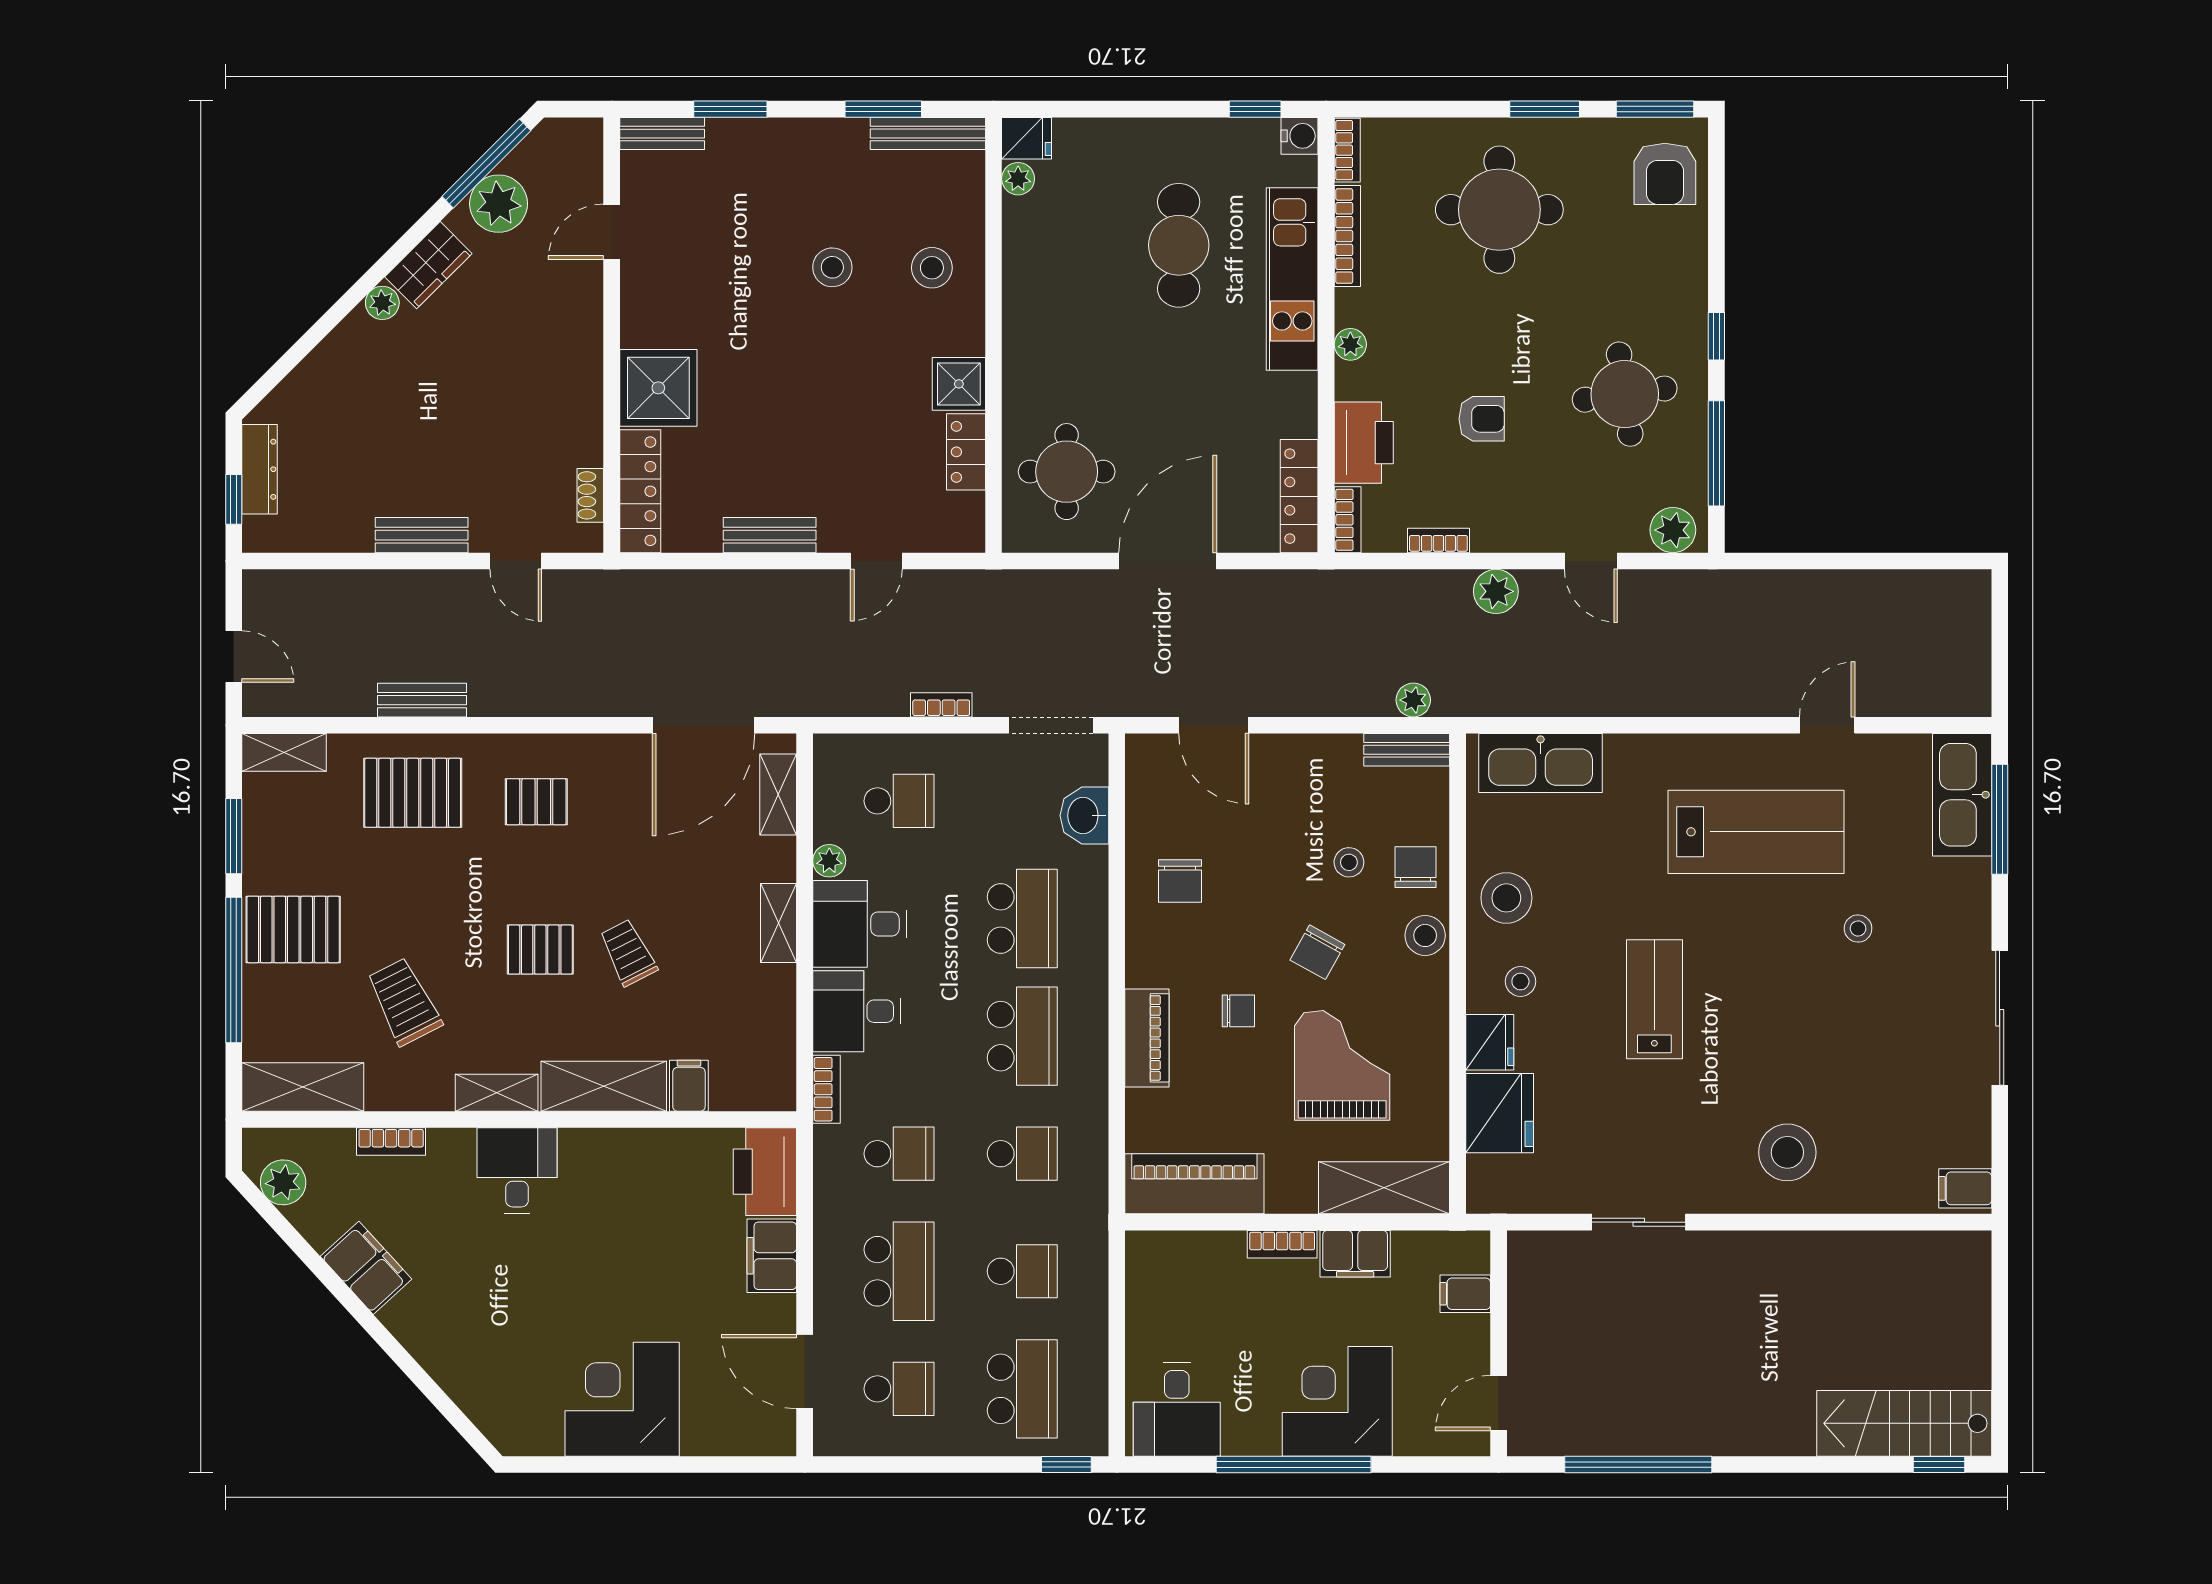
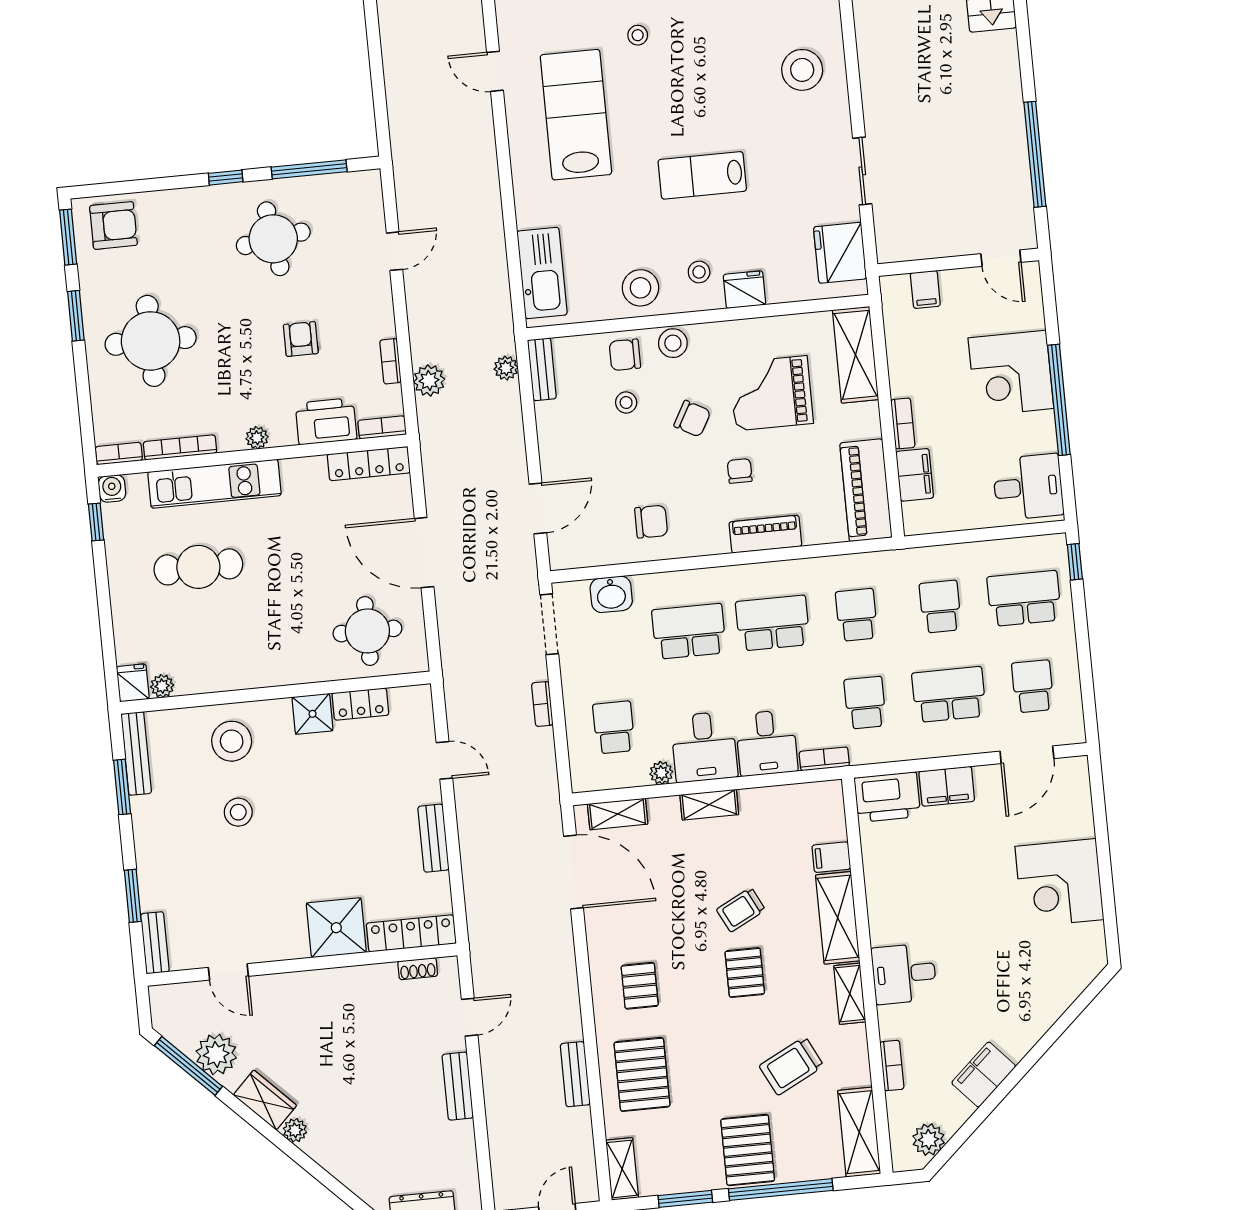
stool: (932, 268) -> (232, 741), width x1.38, depth x1.38
plant: (1673, 530) -> (367, 195), removed
plant: (1496, 591) -> (429, 381), moved
fridge: (1500, 1113) -> (840, 253), moved, turned -90
filing cabinet: (1355, 1254) -> (915, 475), moved

